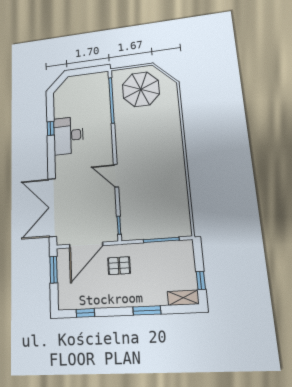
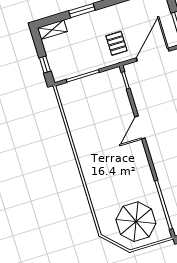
door: (116, 176) -> (140, 127), swing flipped
pallet: (119, 266) -> (116, 43), turned 90
window: (201, 280) -> (45, 64), moved

